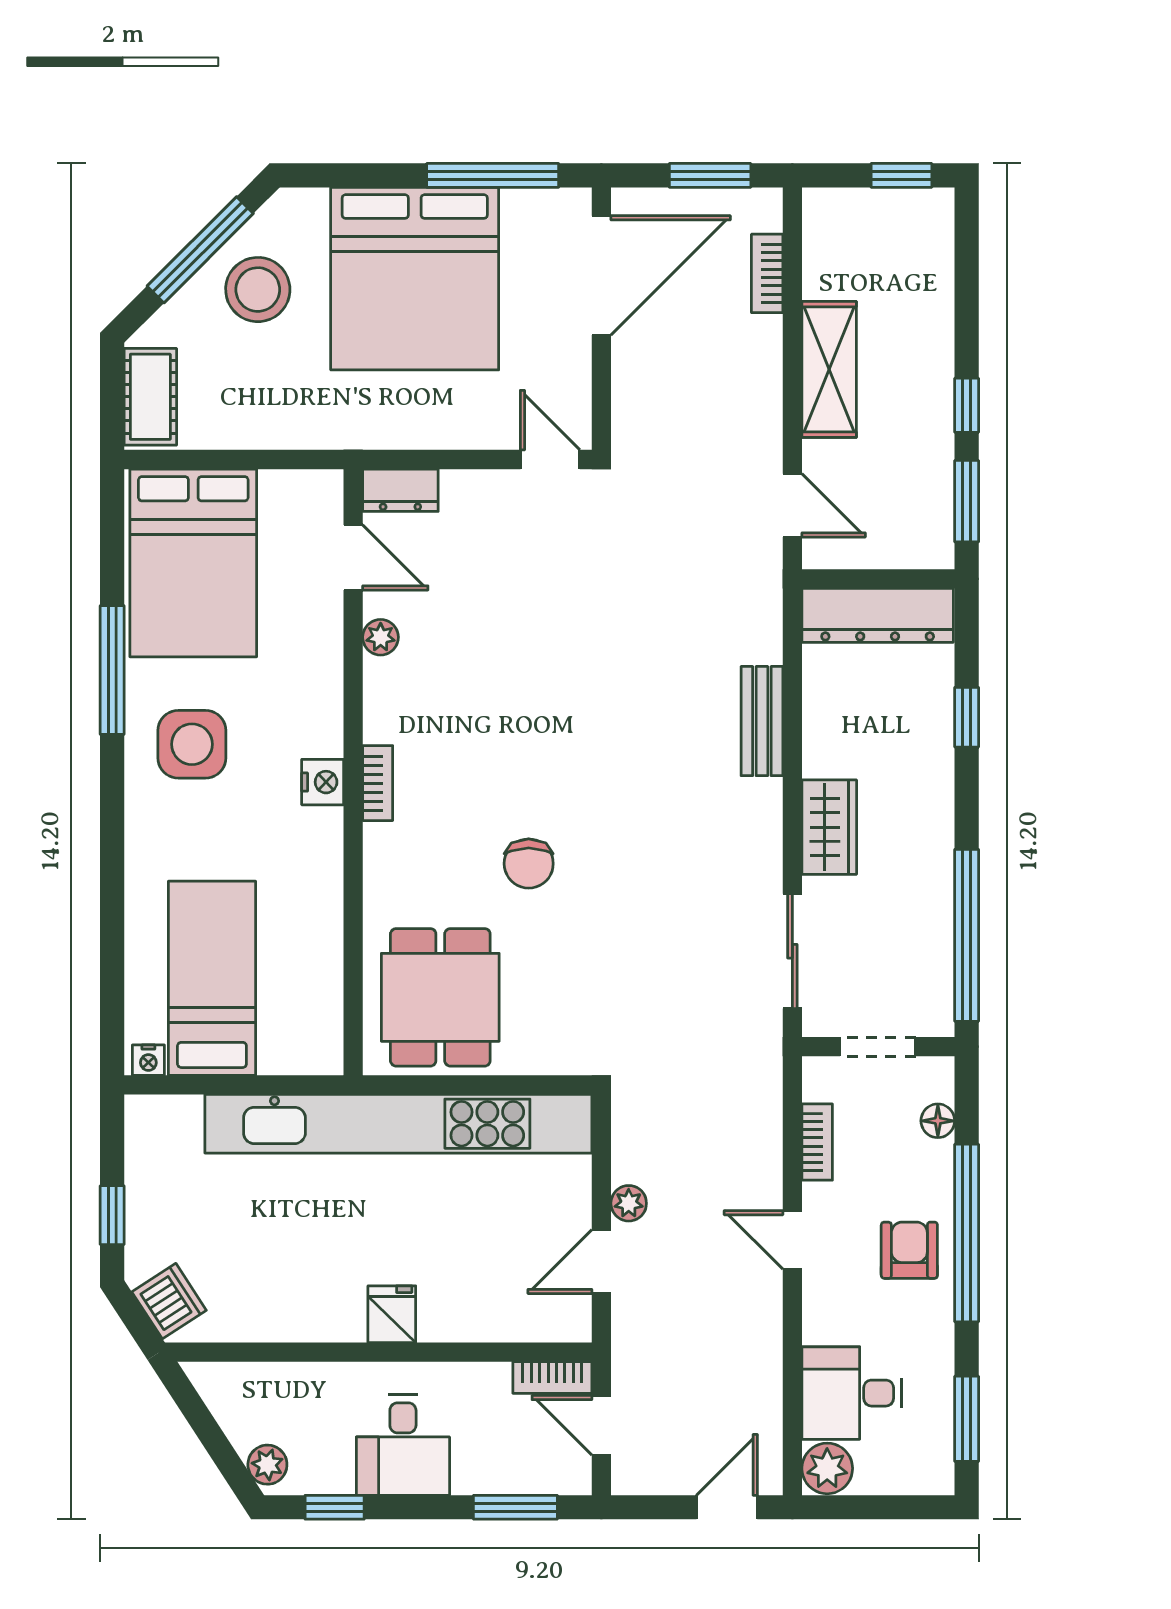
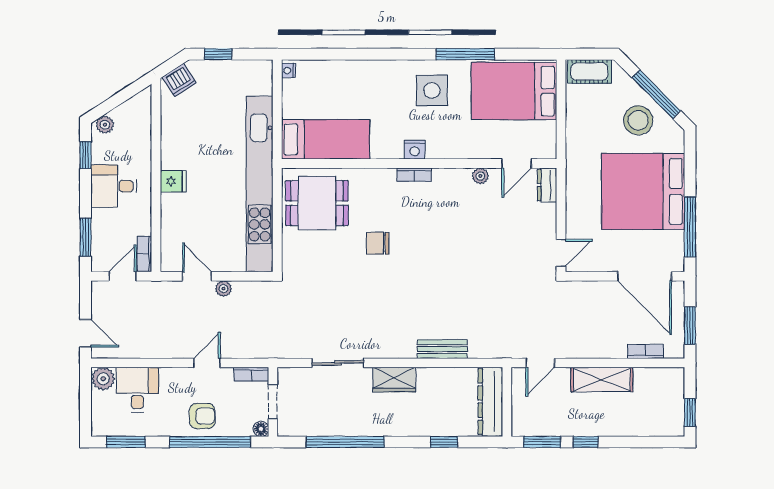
bed: (212, 978) -> (326, 139), moved
doorway: (878, 1047) -> (273, 402), moved
wall: (878, 1047) -> (273, 402), moved

